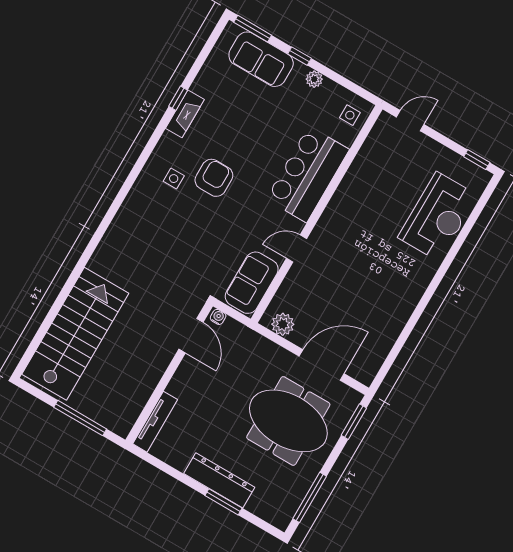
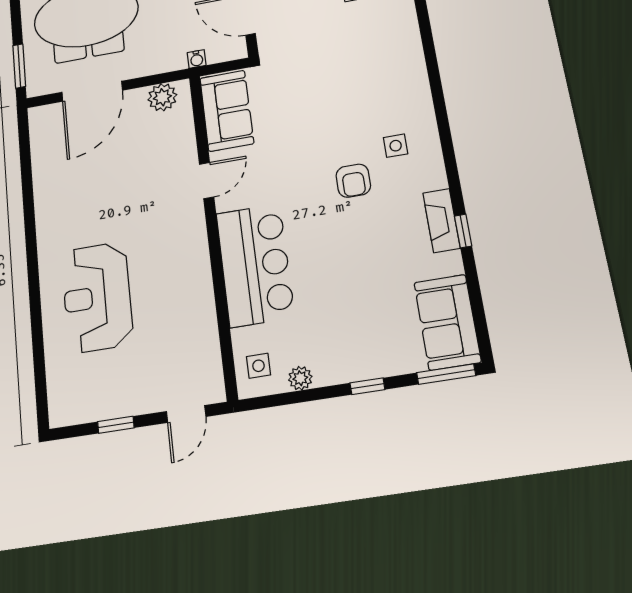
sofa: (261, 59) -> (447, 322), moved, turned -90
plant: (314, 79) -> (300, 378), moved
window: (477, 160) -> (116, 425), moved
armchair: (214, 178) -> (353, 181), width x0.72, depth x0.72
reception desk: (438, 217) -> (97, 297), moved
water cooler: (218, 317) -> (197, 59), moved

